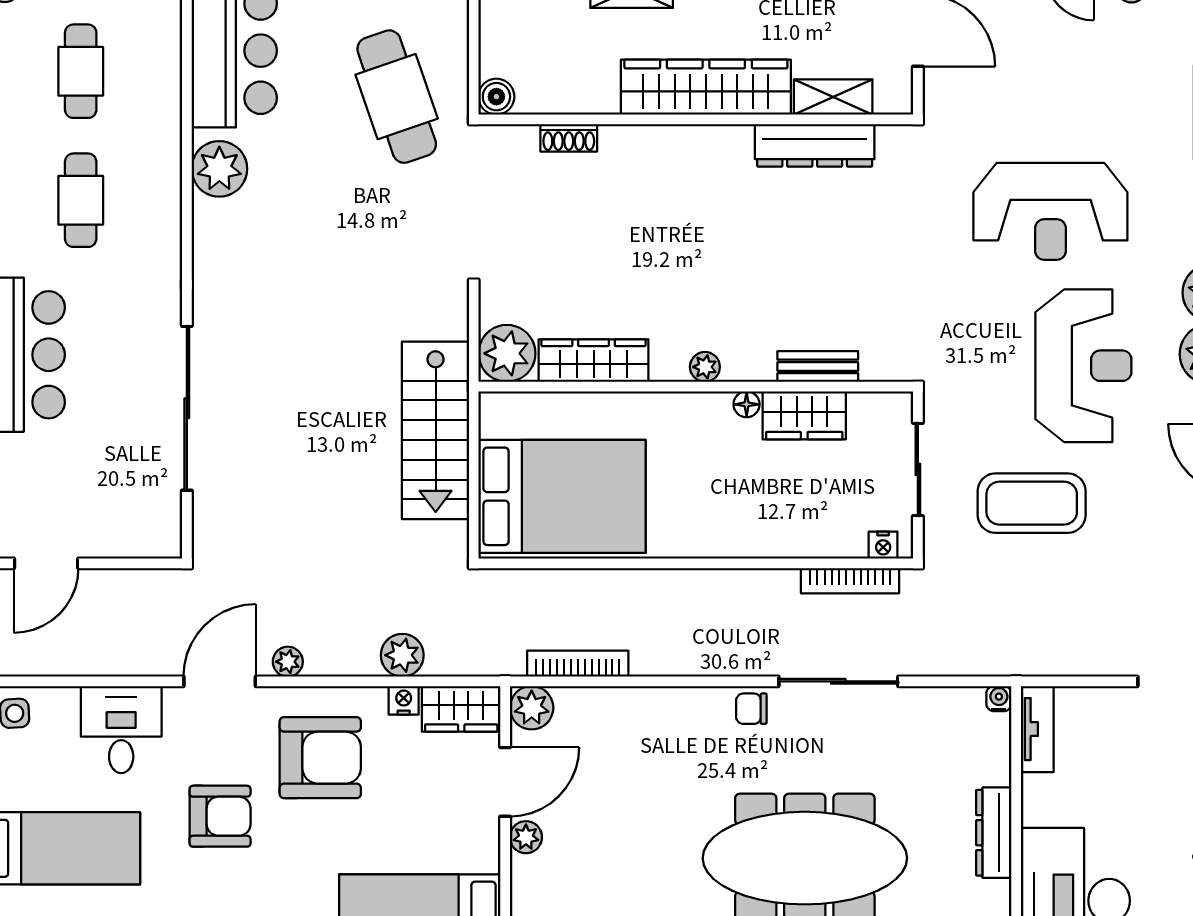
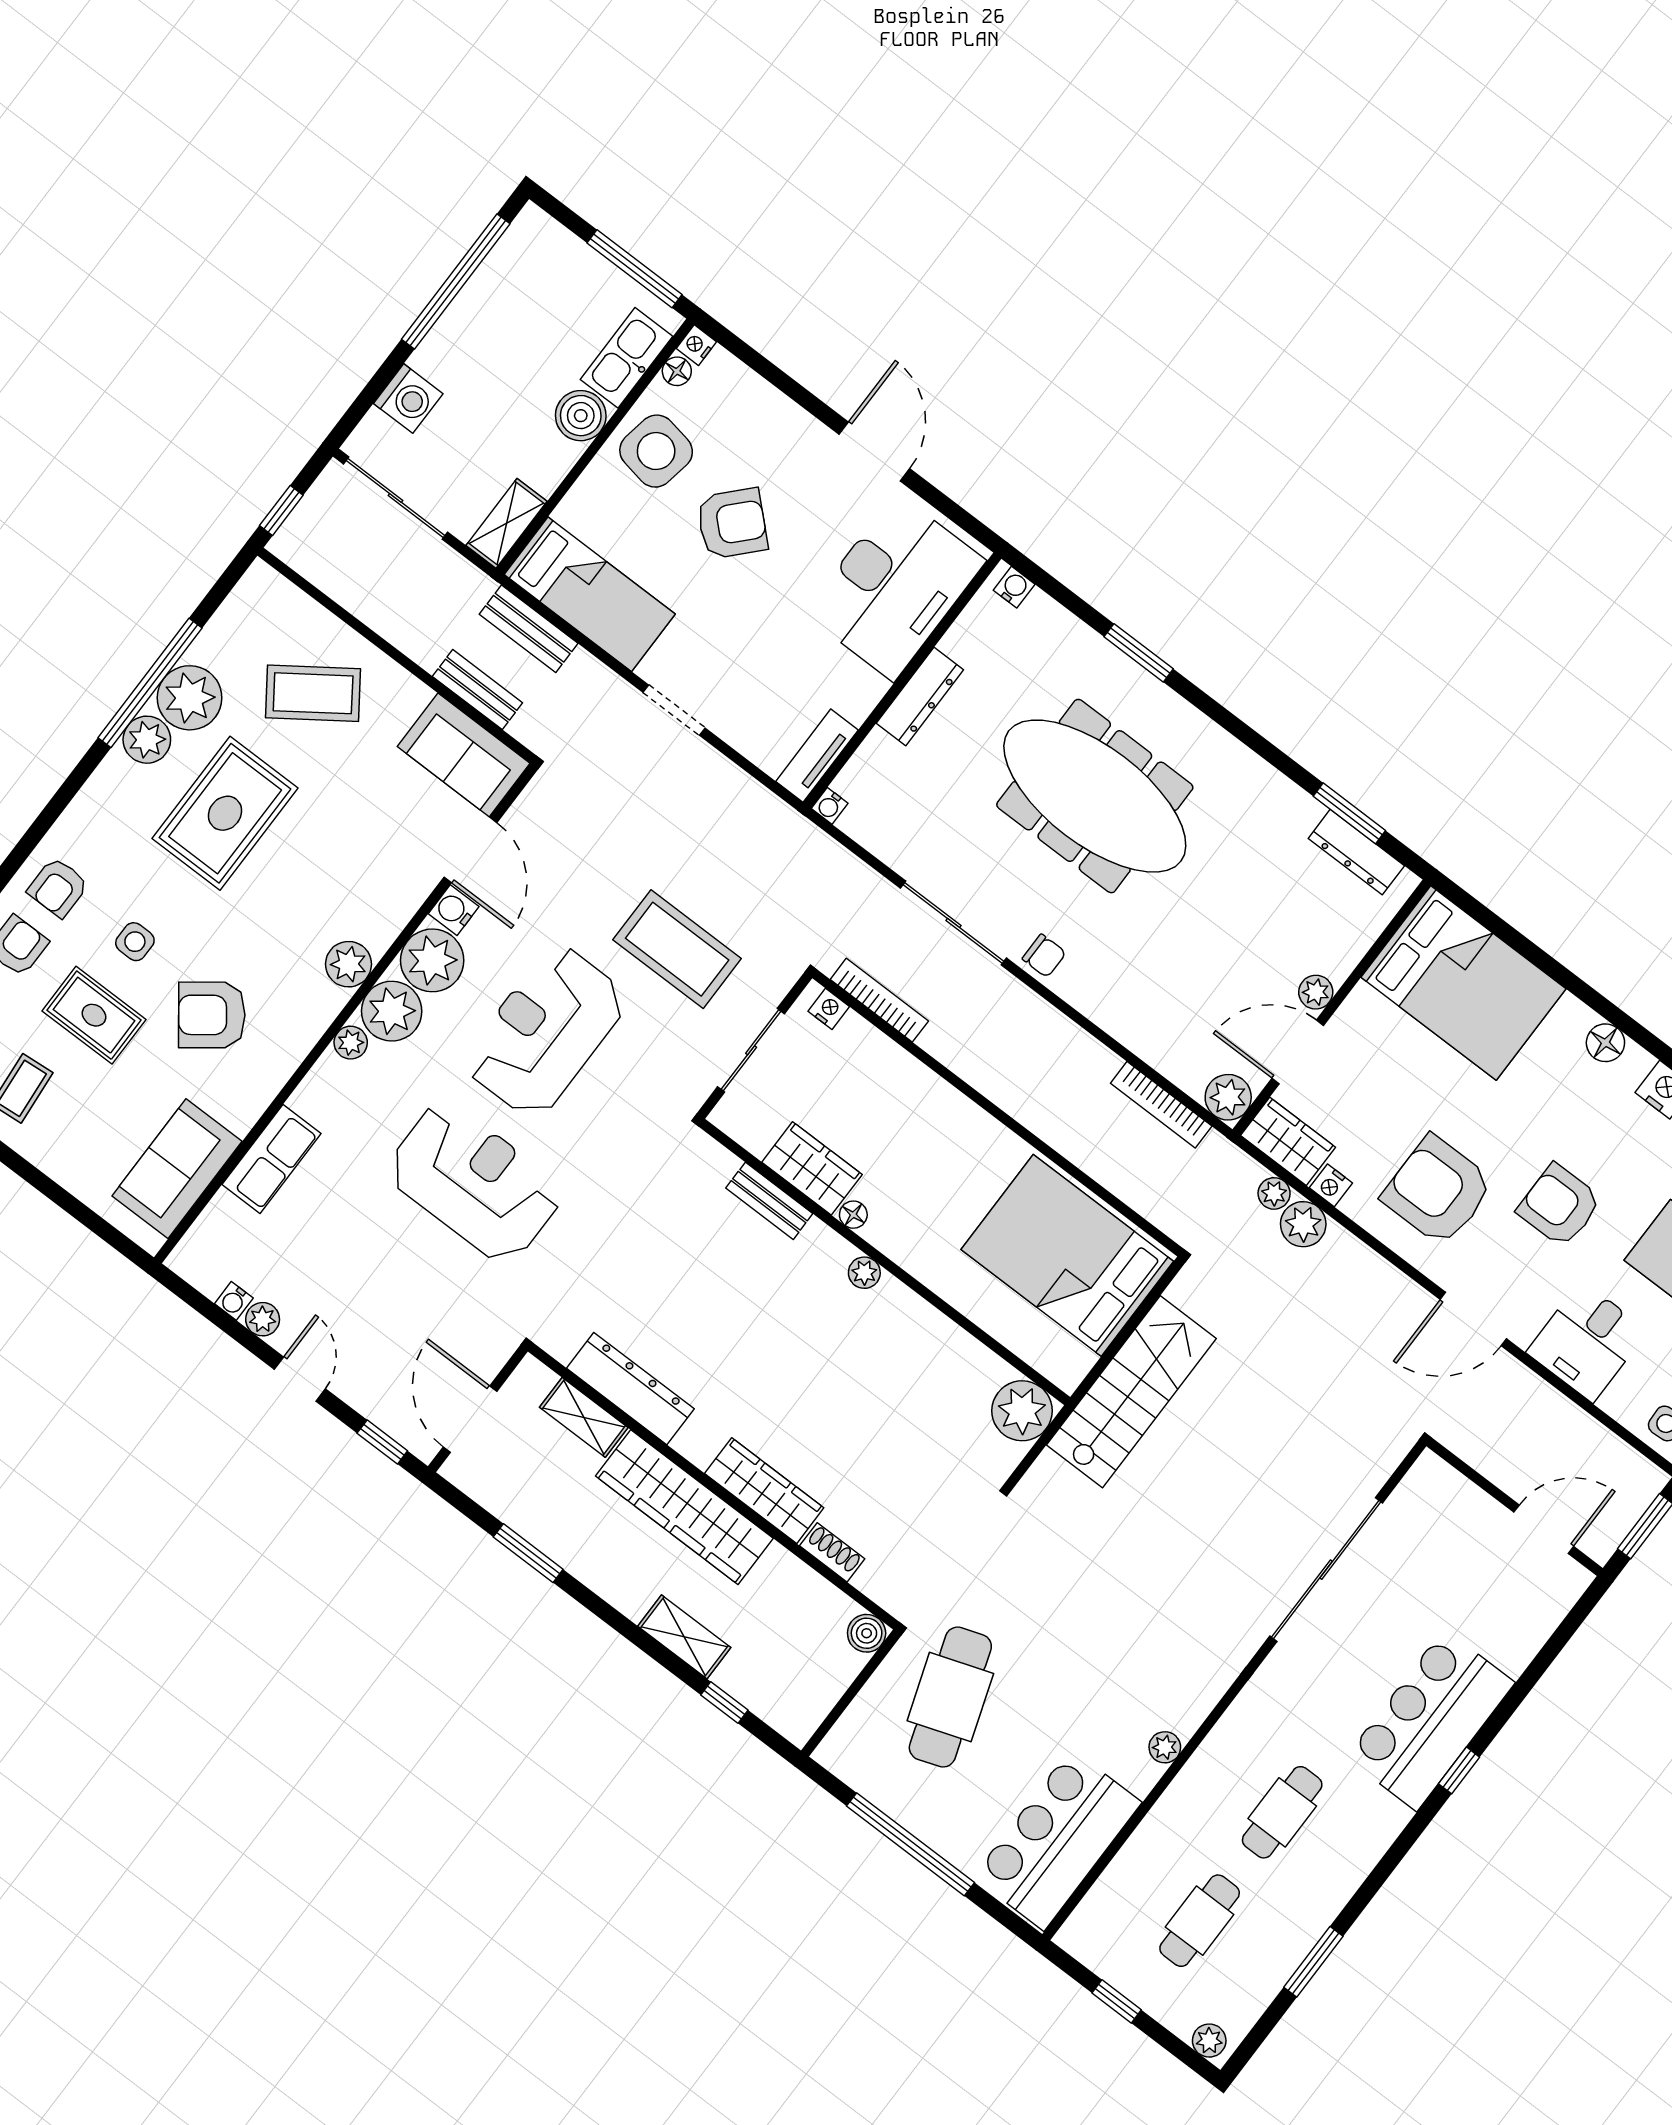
plant: (219, 169) -> (1165, 1747), width x0.53, depth x0.53
wardrobe: (594, 361) -> (764, 1491), moved, turned 180
plant: (288, 662) -> (1274, 1193), moved

